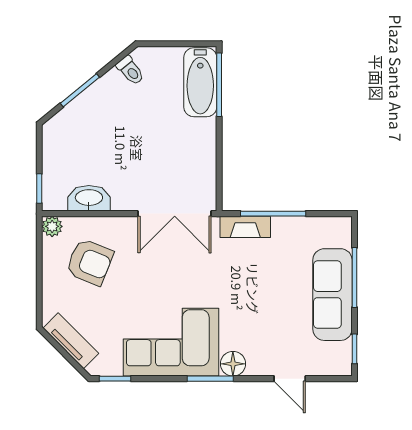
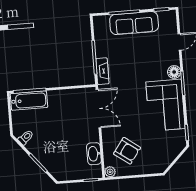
armchair: (90, 262) -> (127, 151), turned 104
tv unit: (71, 341) -> (169, 157), removed

